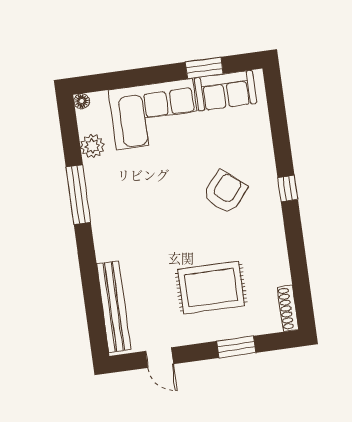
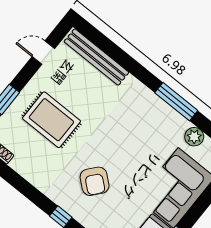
rug: (211, 288) -> (51, 120), turned 90

